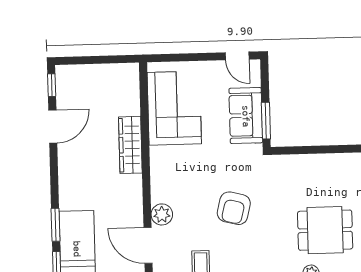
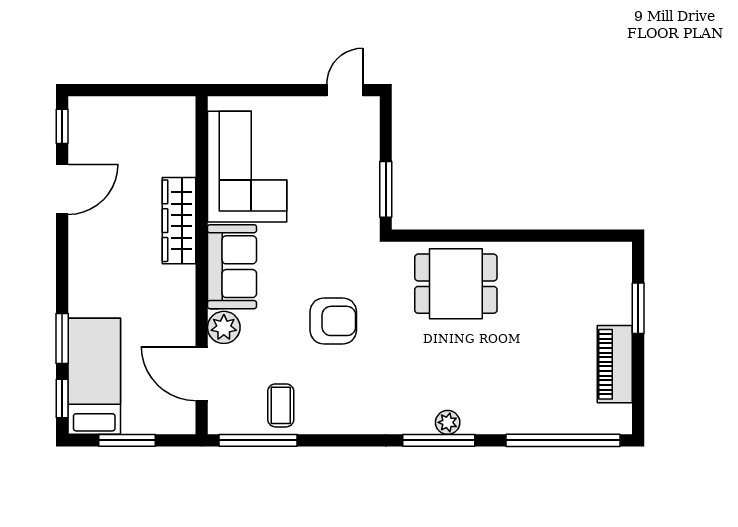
door: (237, 56) -> (345, 90), swing flipped
sofa: (246, 116) -> (232, 267), moved, turned 180
armchair: (234, 208) -> (333, 321), turned -104
dining table: (325, 230) -> (456, 284), moved

